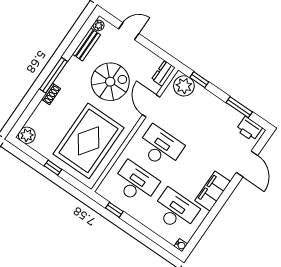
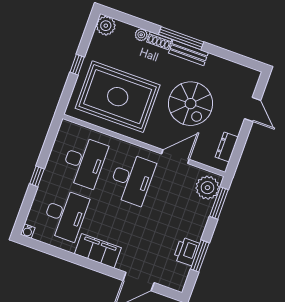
plant: (99, 25) -> (141, 35), moved
bench: (87, 45) -> (188, 53), moved
dresser: (163, 73) -> (227, 147), moved, turned -90
window: (199, 80) -> (219, 203), width x1.50
printer: (249, 129) -> (186, 251), moved
window: (114, 210) -> (37, 176), moved

